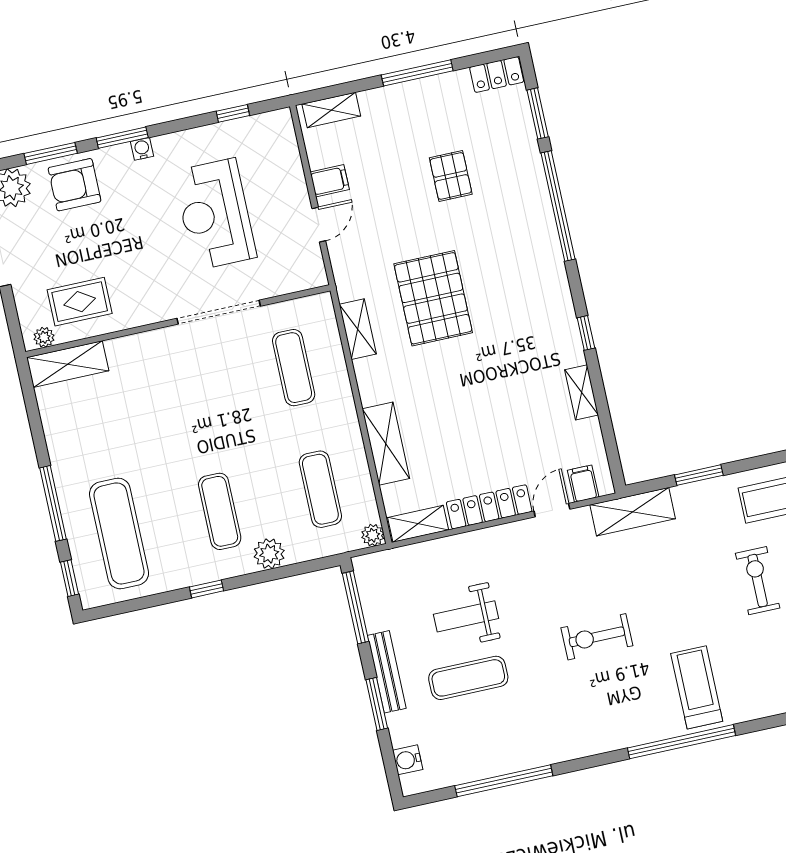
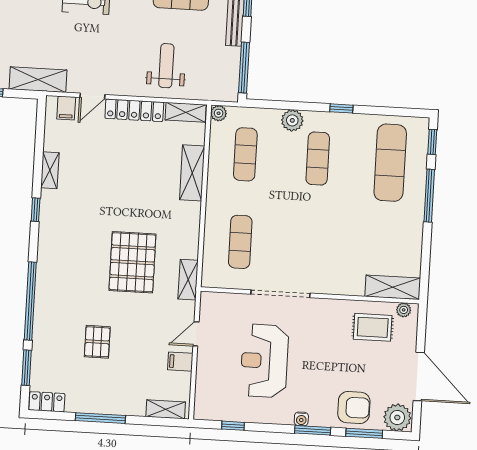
reception desk: (215, 214) -> (264, 361), turned 180
shelving: (358, 329) -> (188, 280), moved
weight bench: (466, 616) -> (166, 66), moved, turned -90

